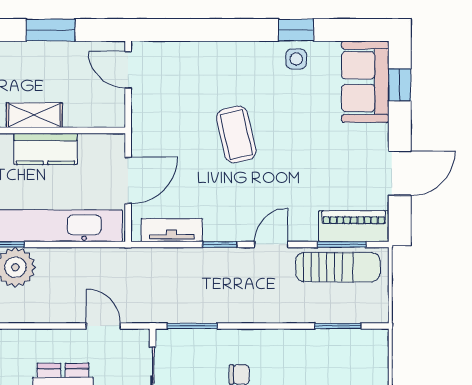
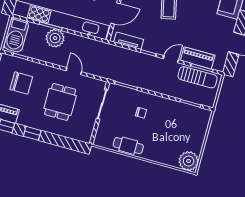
piano: (354, 226) -> (198, 58), moved
door: (103, 326) -> (74, 71), moved

